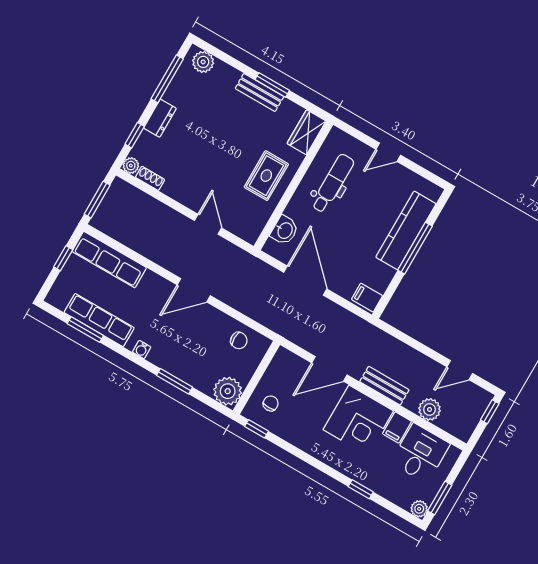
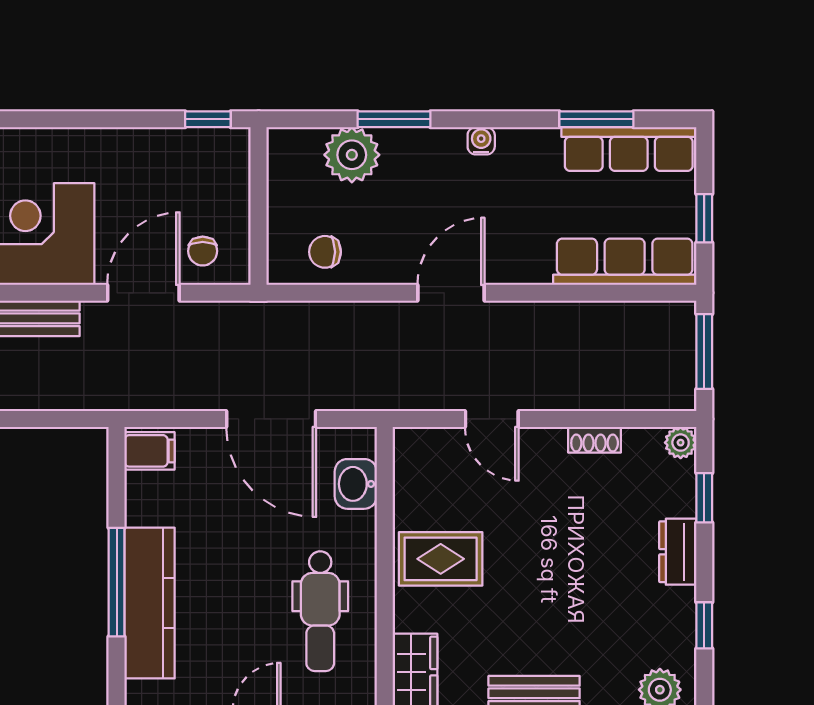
window: (167, 79) -> (704, 625), width x0.46
rug: (266, 176) -> (441, 559), turned 90
shoe rack: (150, 178) -> (595, 440), moved
row of seats: (99, 320) -> (629, 149), moved
plant: (228, 391) -> (352, 155), moved
chair: (271, 403) -> (203, 251), moved

